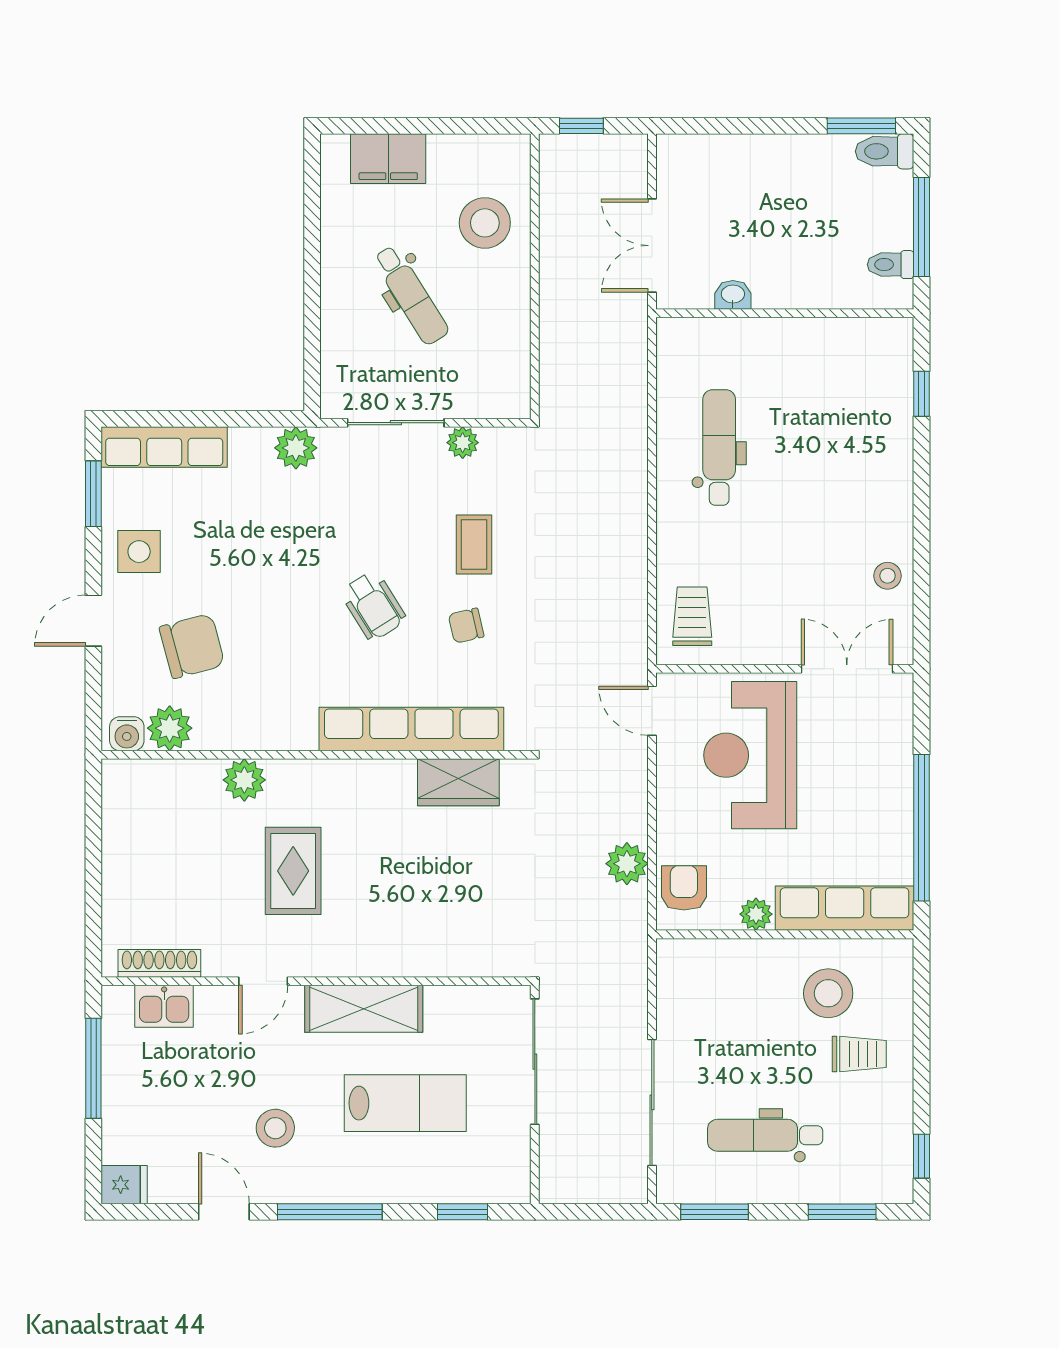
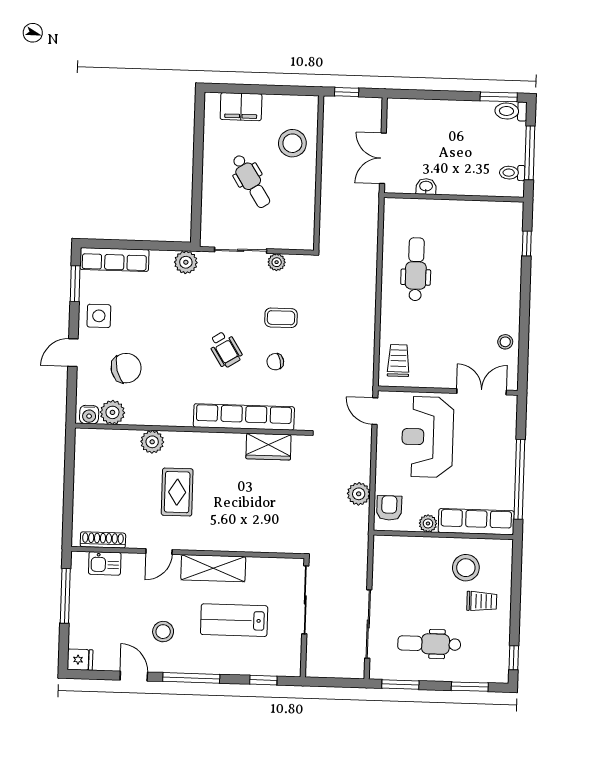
coffee table: (474, 545) -> (281, 318), turned 90
lab bench: (405, 1103) -> (234, 620), turned 180

